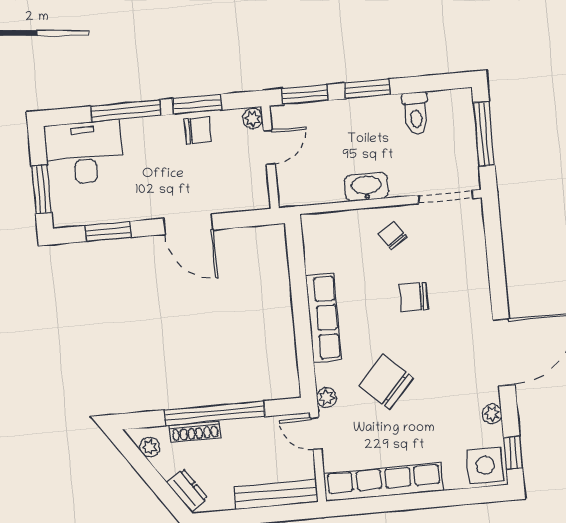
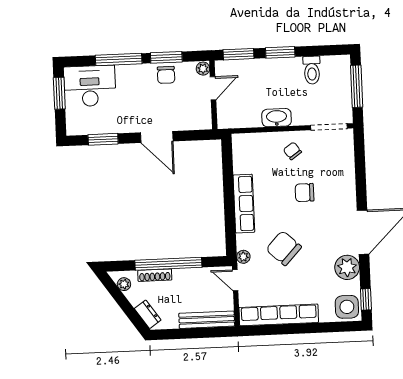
chair: (198, 131) -> (166, 75), turned 90
window: (41, 189) -> (59, 93), moved
plant: (492, 414) -> (347, 267), width x1.88, depth x1.88

